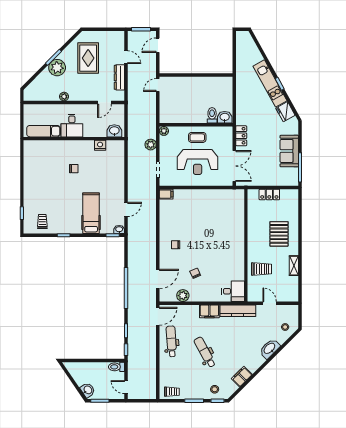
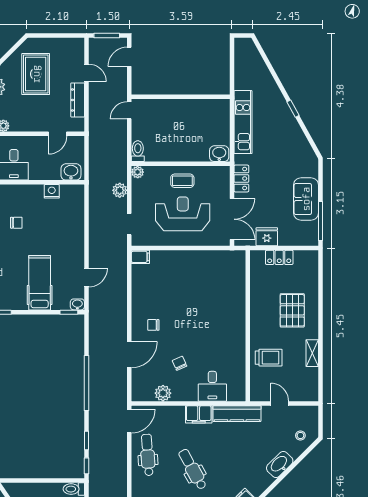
kitchen unit: (270, 83) -> (243, 122), moved, turned -151
fridge: (285, 112) -> (267, 237), moved, turned 119
toilet: (212, 115) -> (138, 151), moved
reception desk: (198, 162) -> (183, 214), turned 180
door: (158, 279) -> (129, 355), moved
desk: (233, 291) -> (212, 386), moved, turned 90

